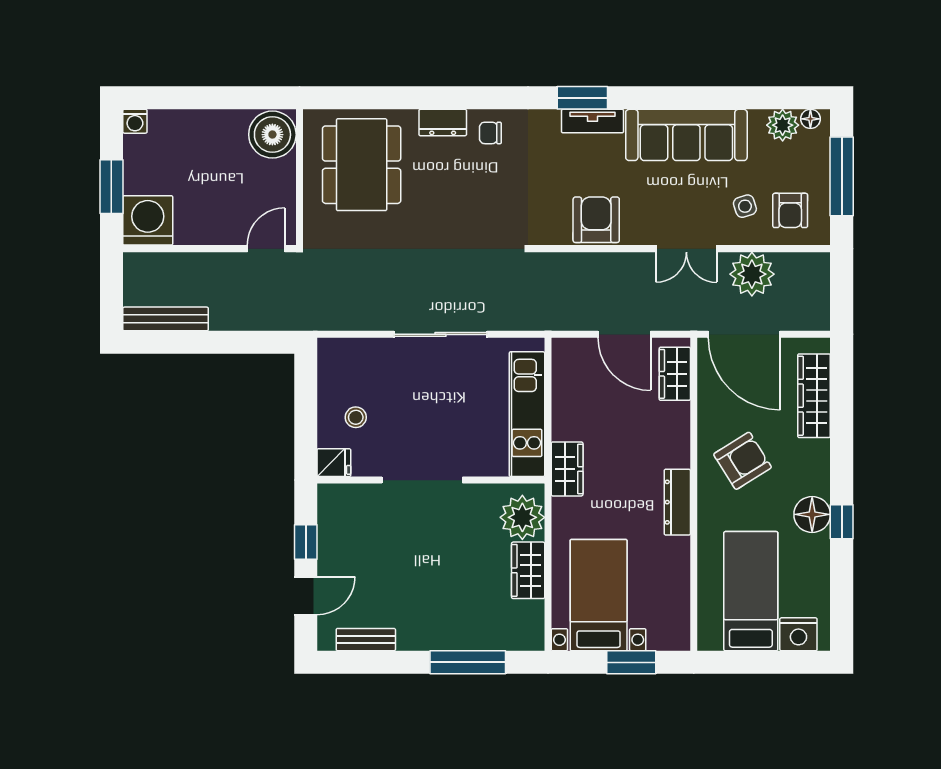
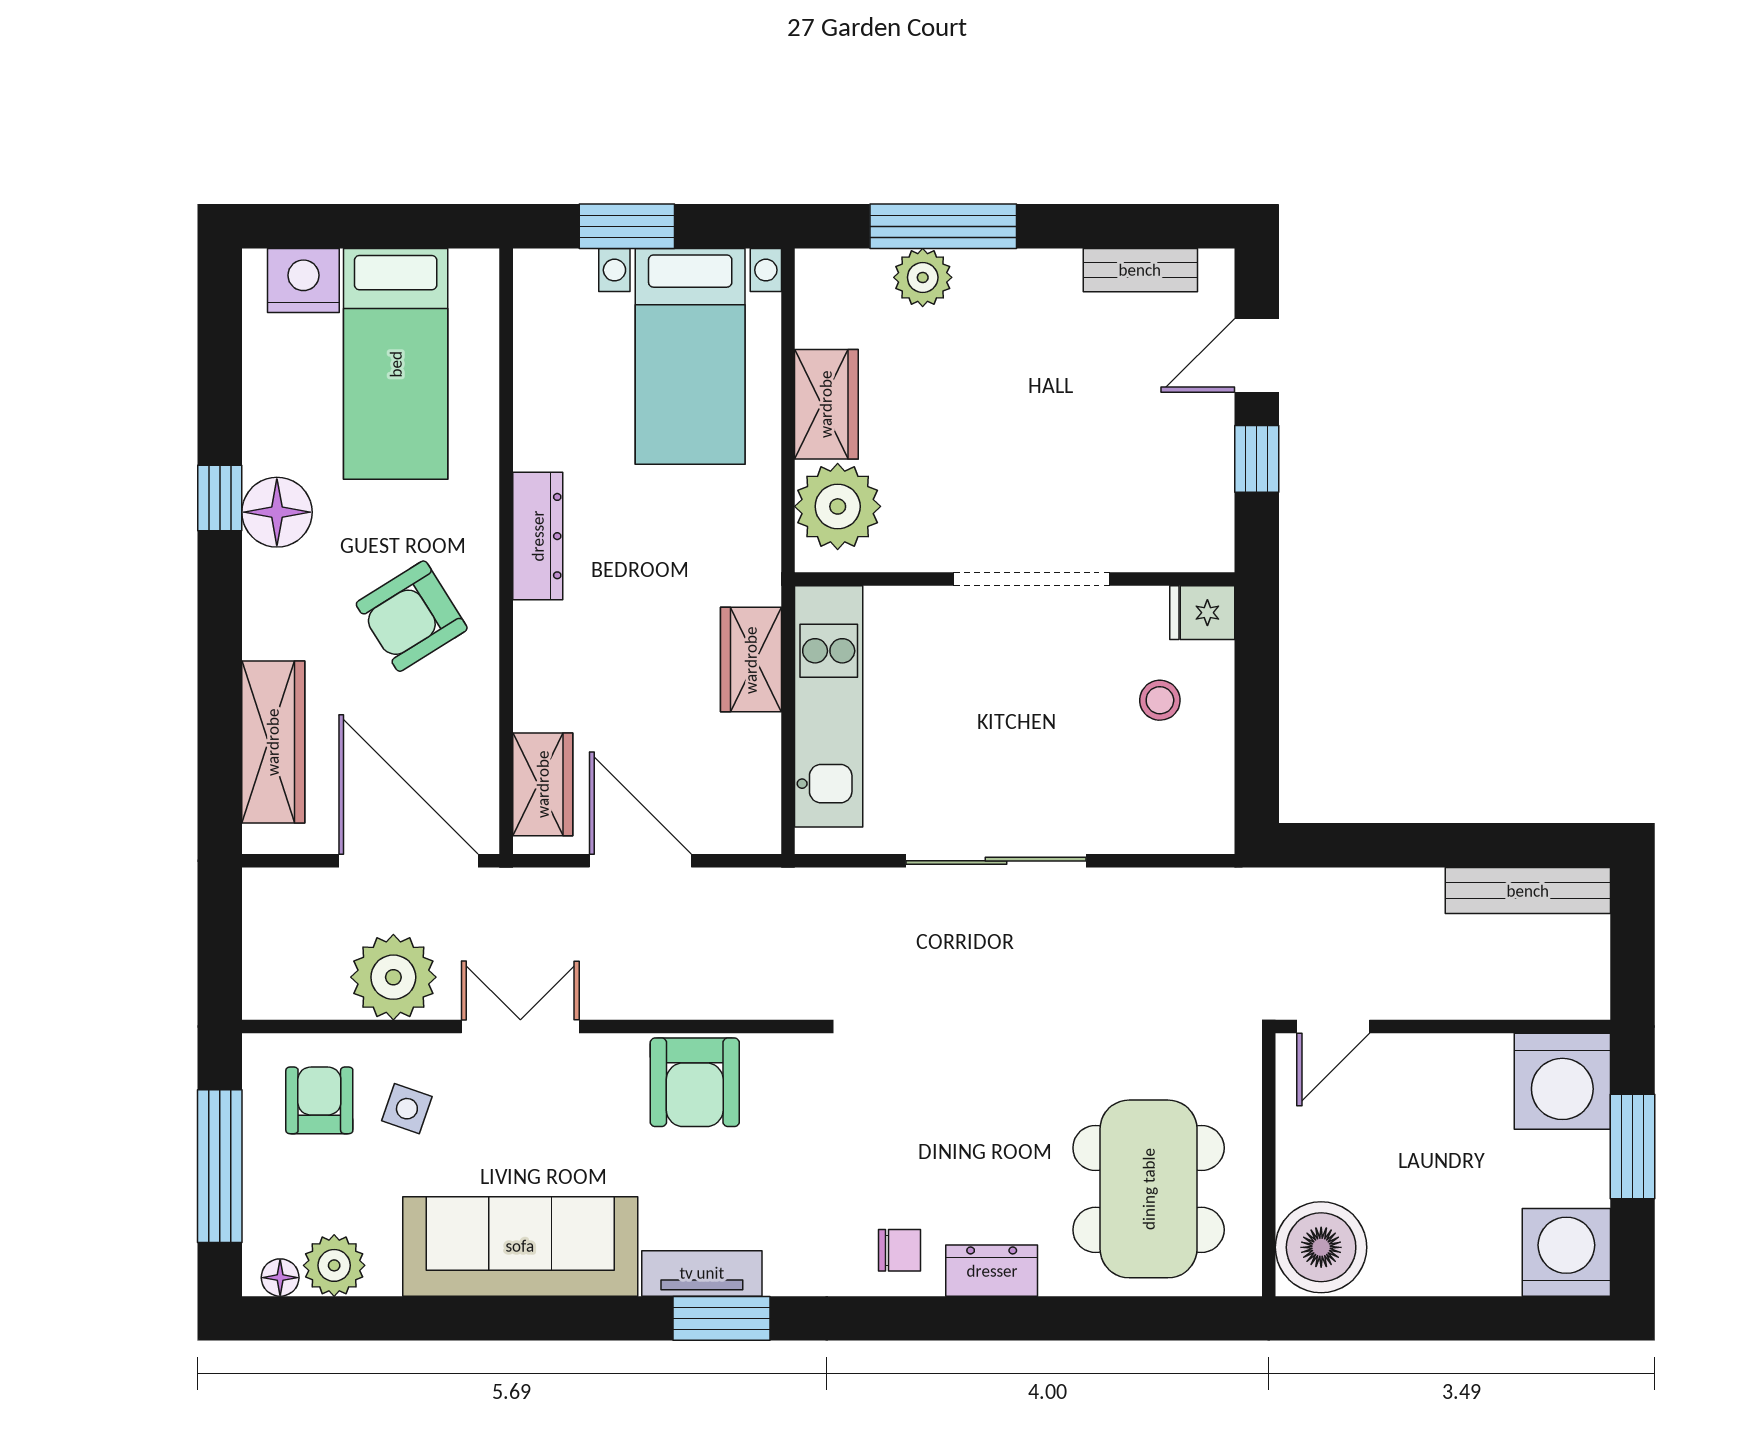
washing machine: (135, 121) -> (1566, 1252), width x1.89, depth x1.89
side table: (745, 206) -> (407, 1109), turned 37
wardrobe: (567, 469) -> (751, 660), moved
plant: (478, 636) -> (923, 277), added

